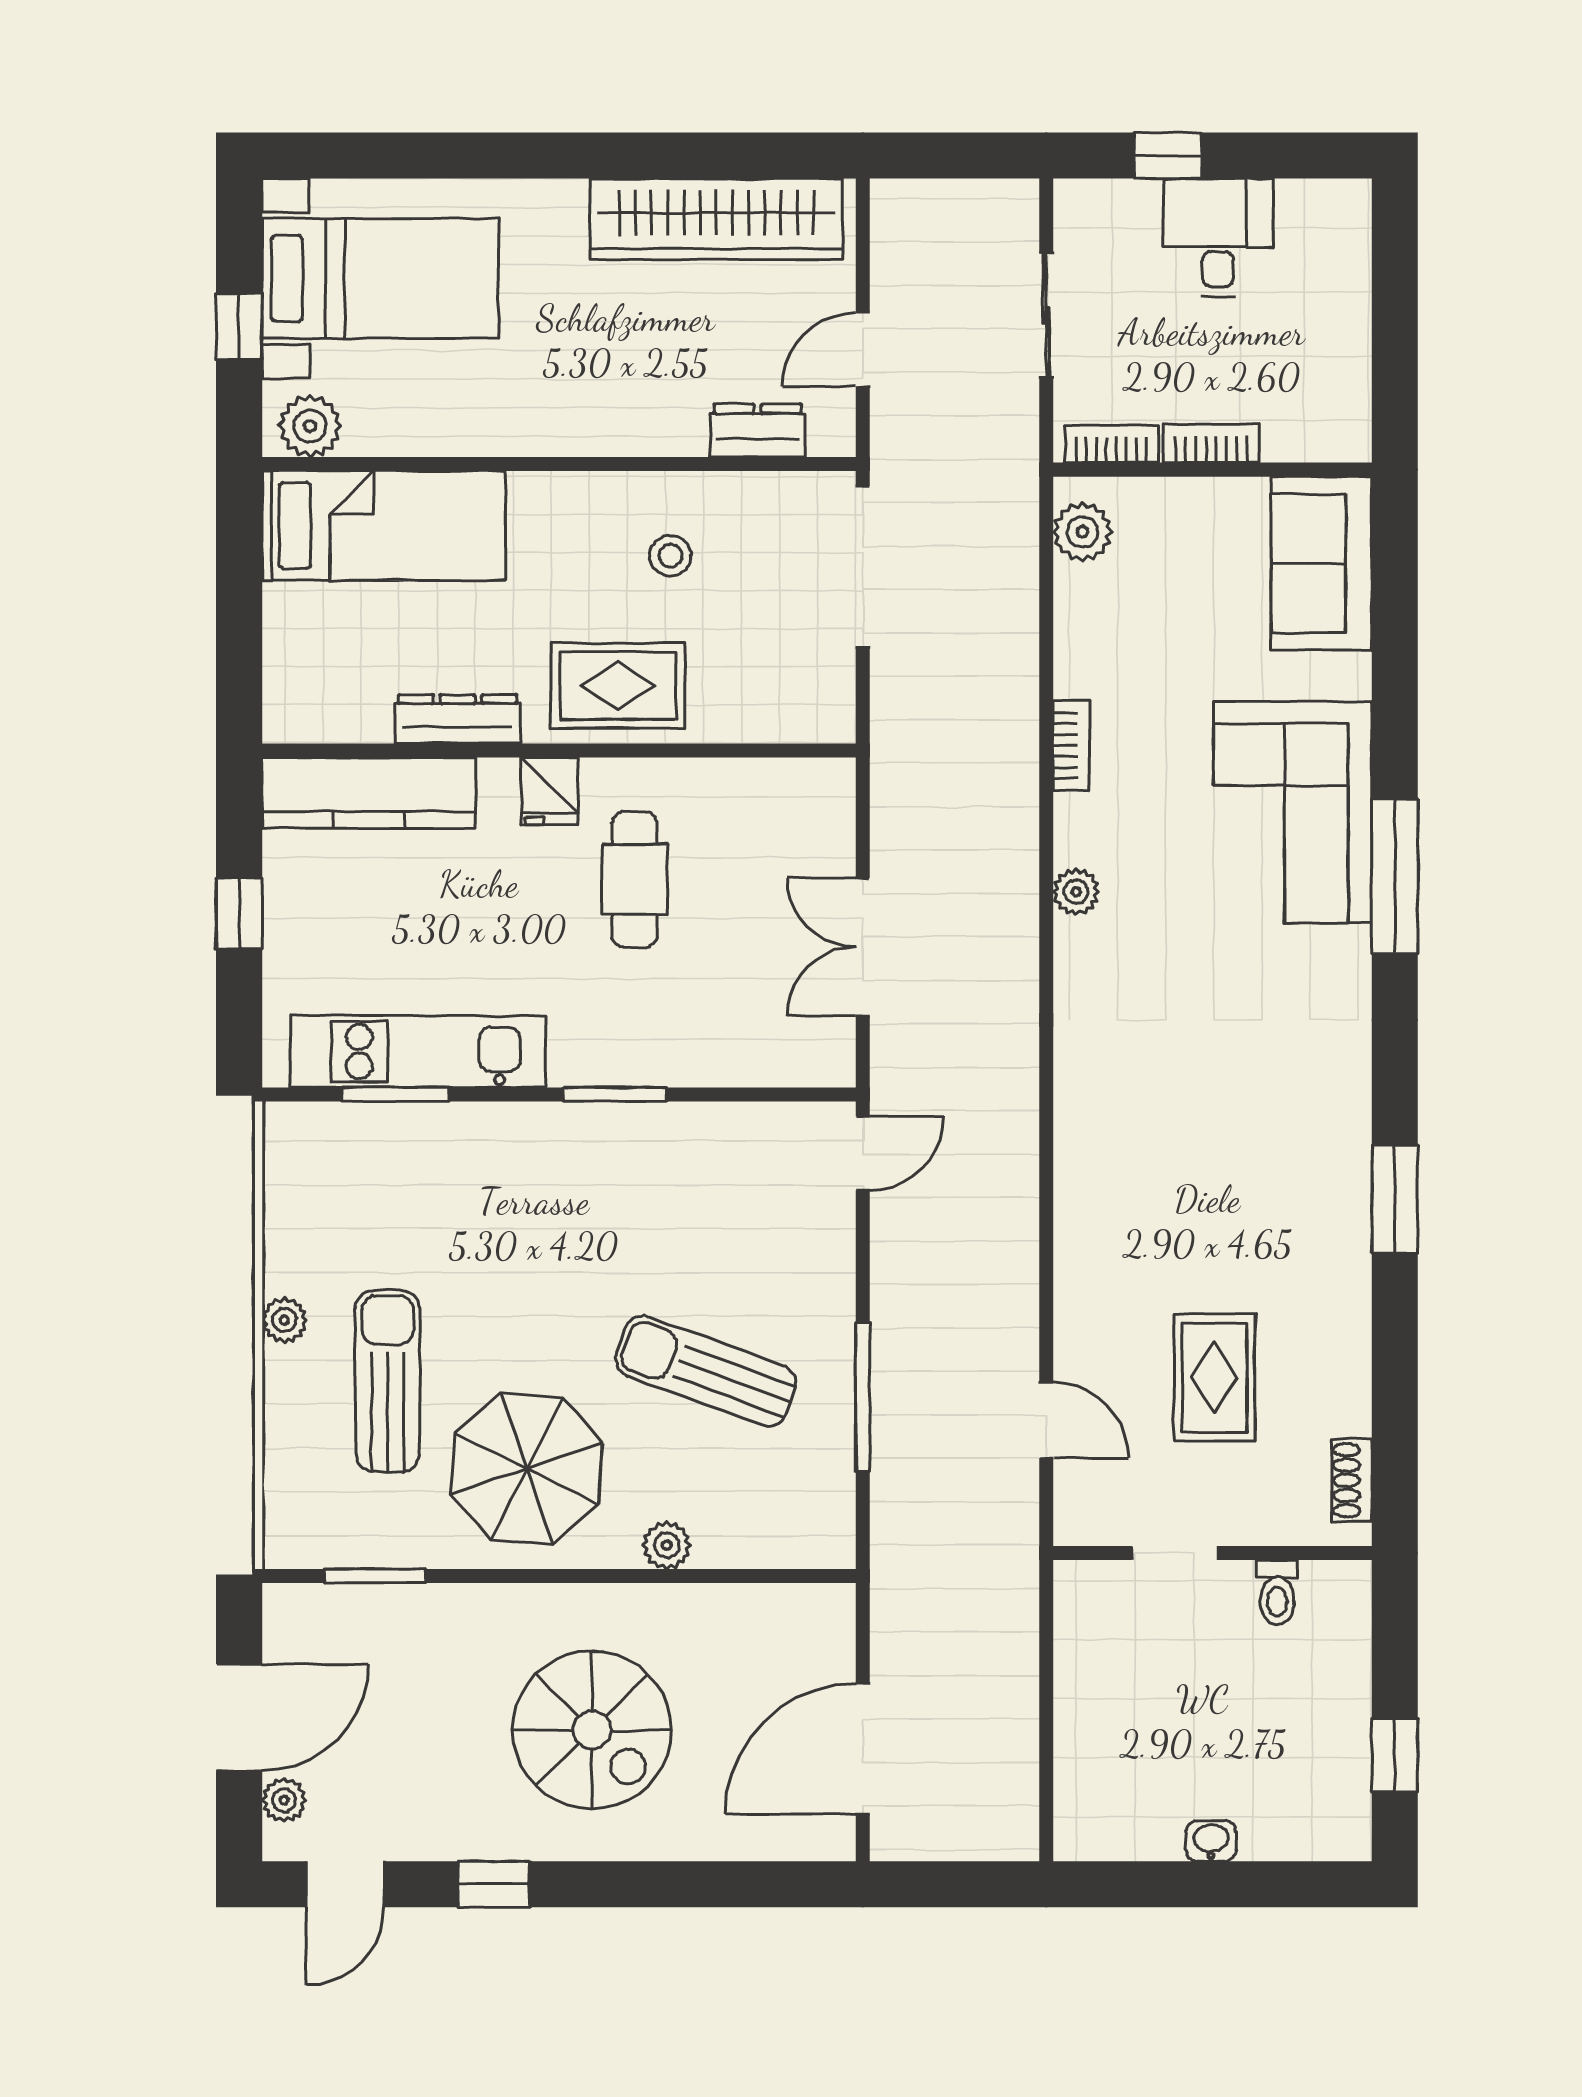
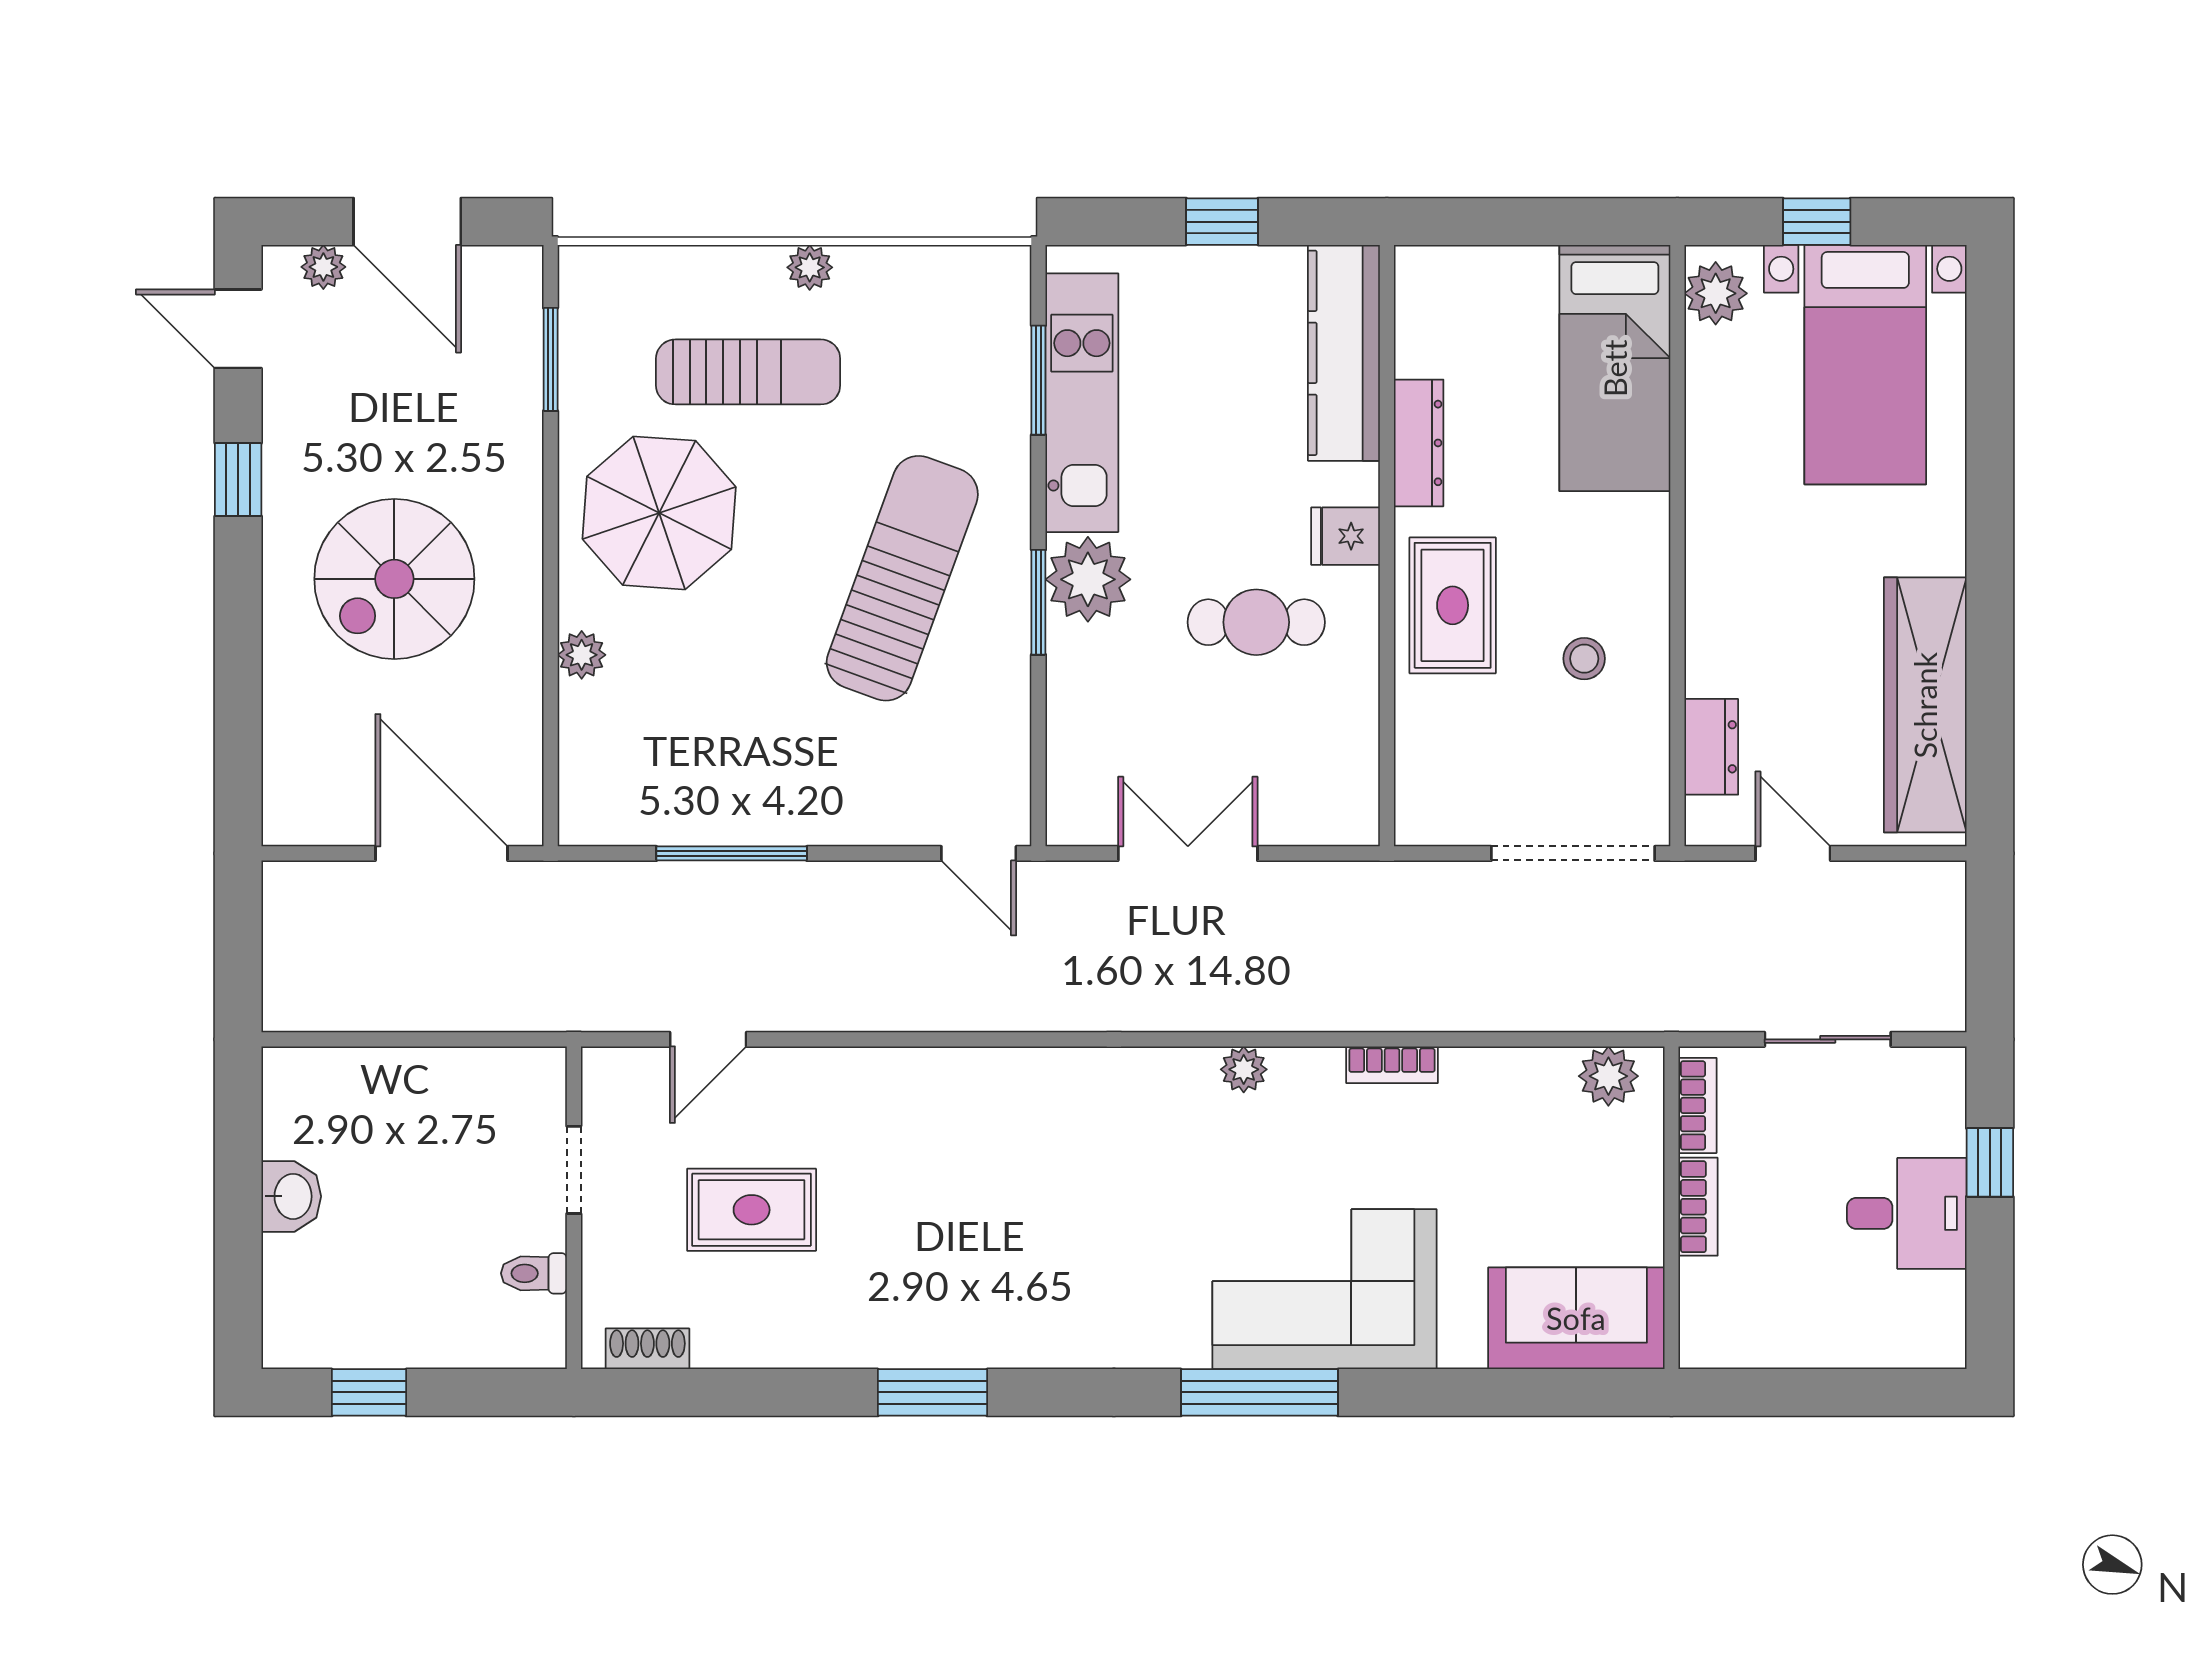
plant: (592, 1046) -> (1088, 579), added
sun lounger: (706, 1371) -> (902, 578), moved, width x1.36, depth x1.34
door: (863, 1749) -> (441, 853), moved
washbasin: (1211, 1841) -> (291, 1196), width x1.38, depth x1.45

